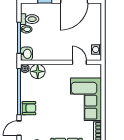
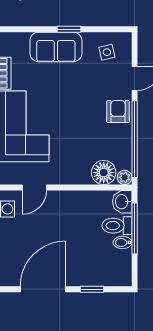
toilet: (30, 19) -> (117, 226), moved
door: (79, 62) -> (34, 187), hinge flipped
armchair: (29, 108) -> (118, 112), turned 90

